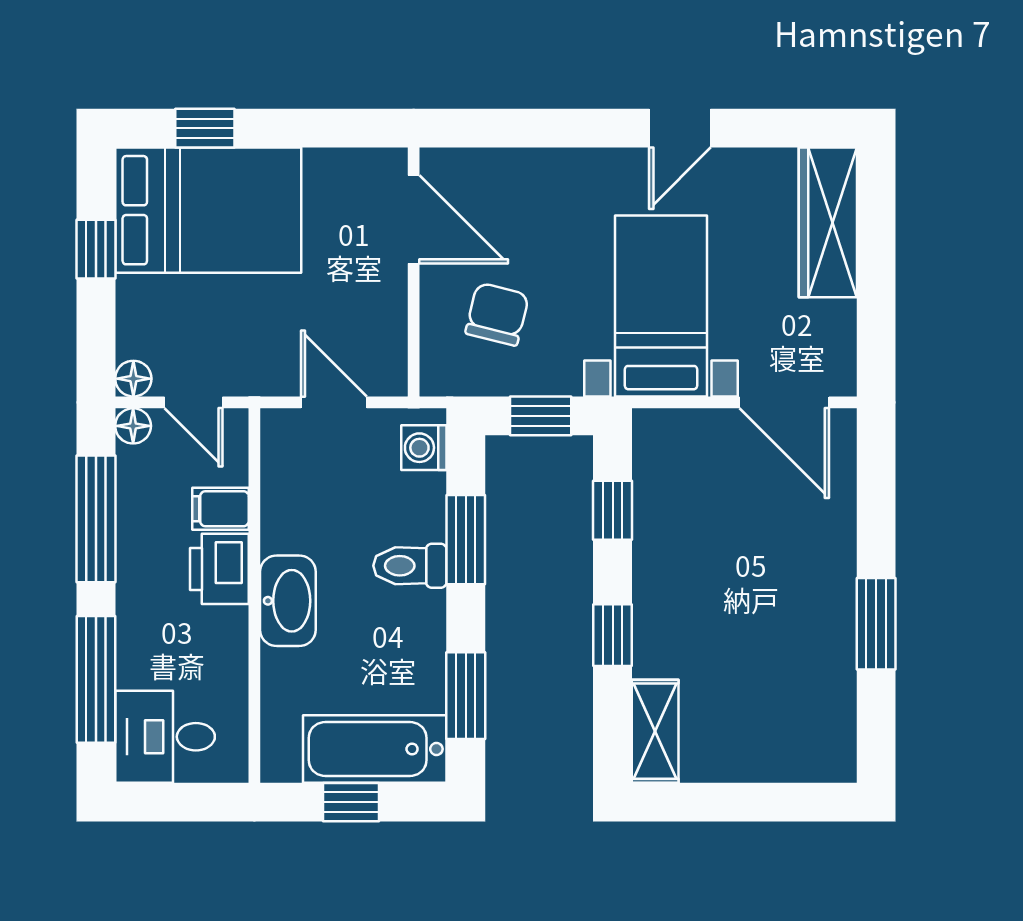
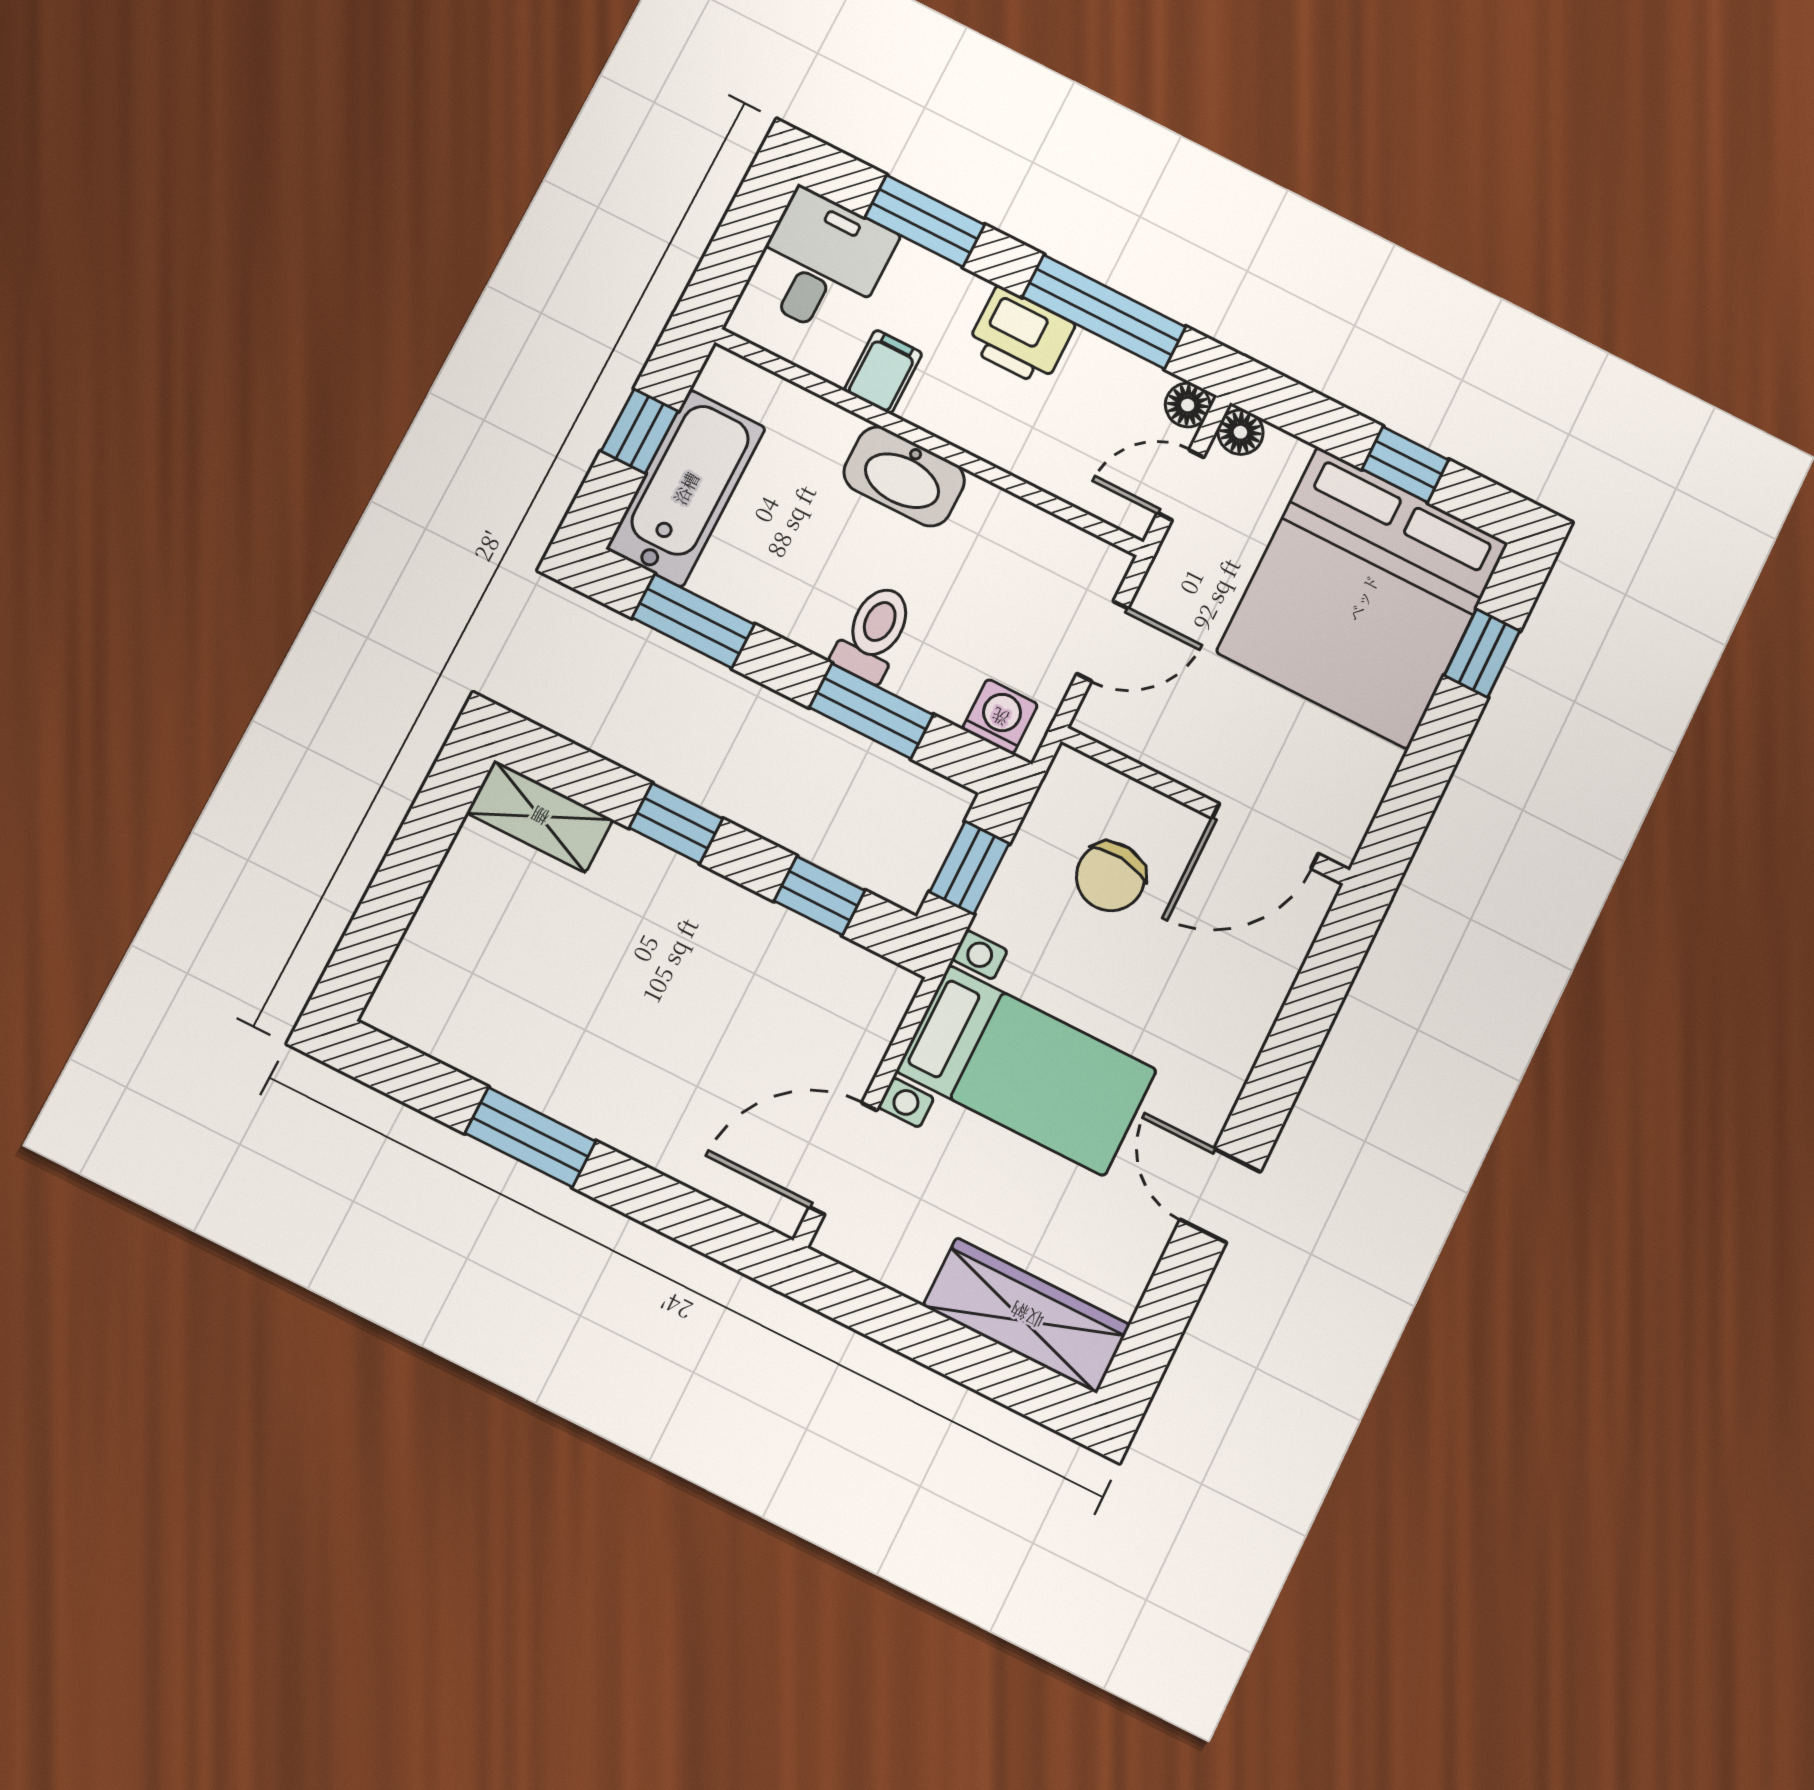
bed: (208, 210) -> (1363, 598), width x1.36
chair: (497, 314) -> (1111, 877), turned 82
filing cabinet: (220, 509) -> (883, 372), moved
printer: (219, 569) -> (1021, 336), moved, turned 180
window: (96, 679) -> (925, 221), width x0.69

